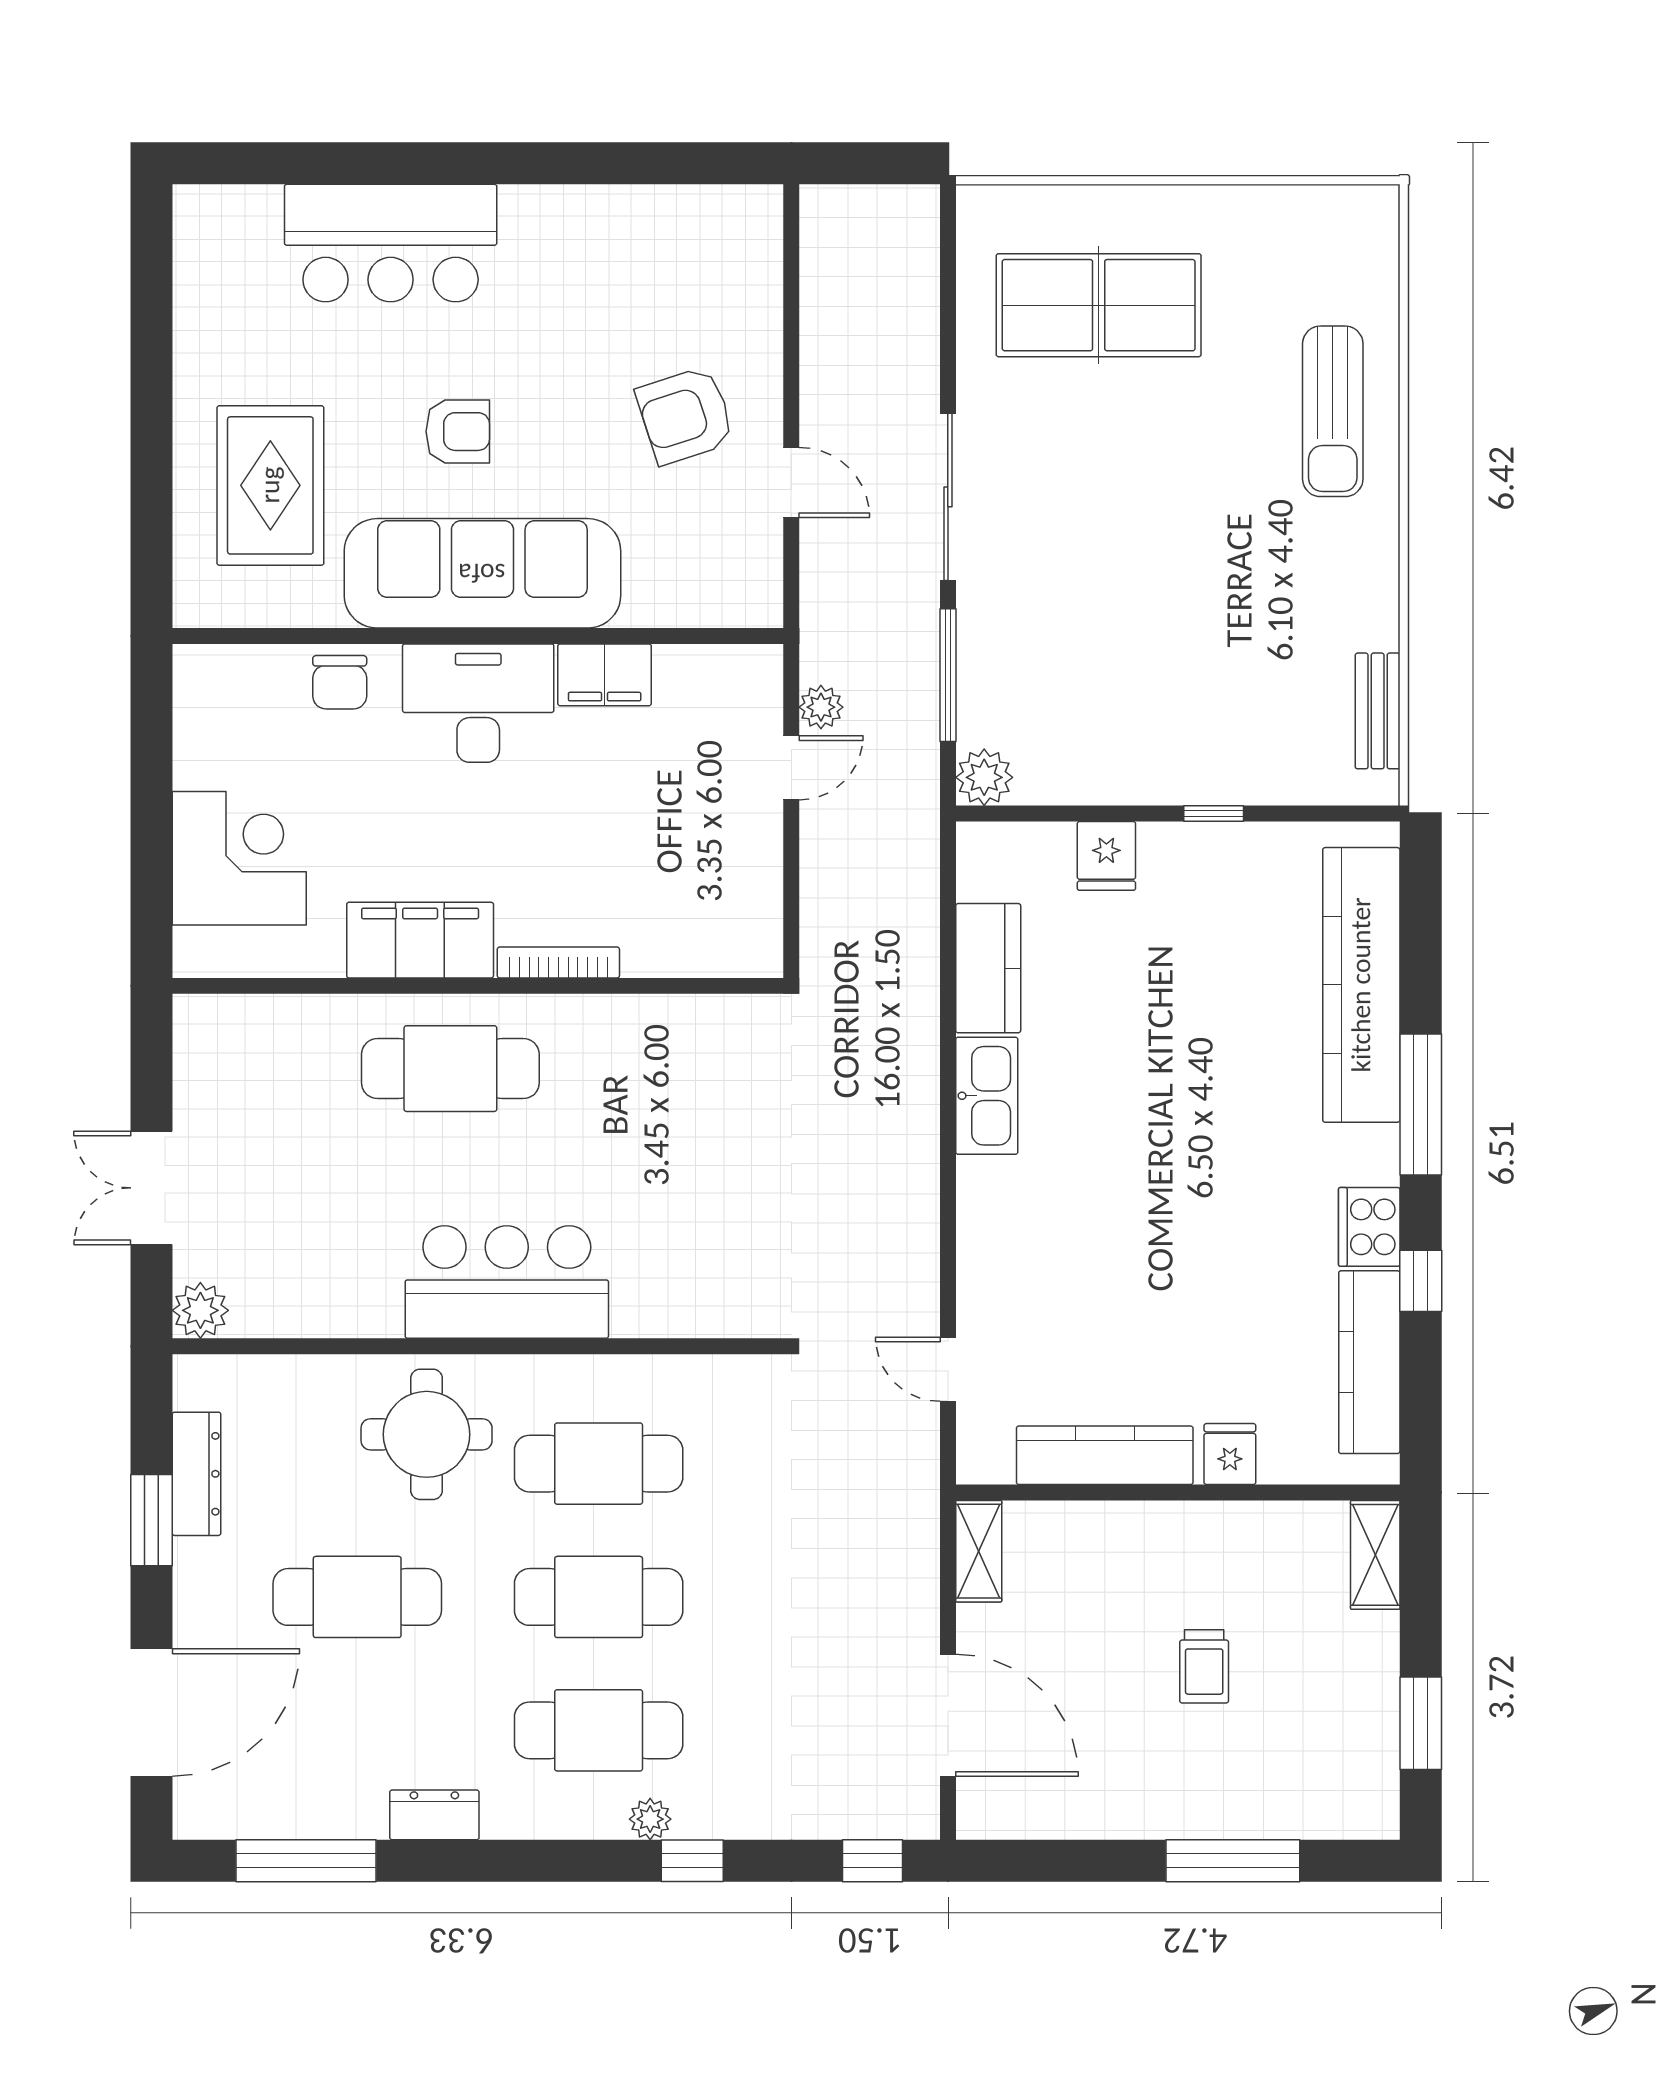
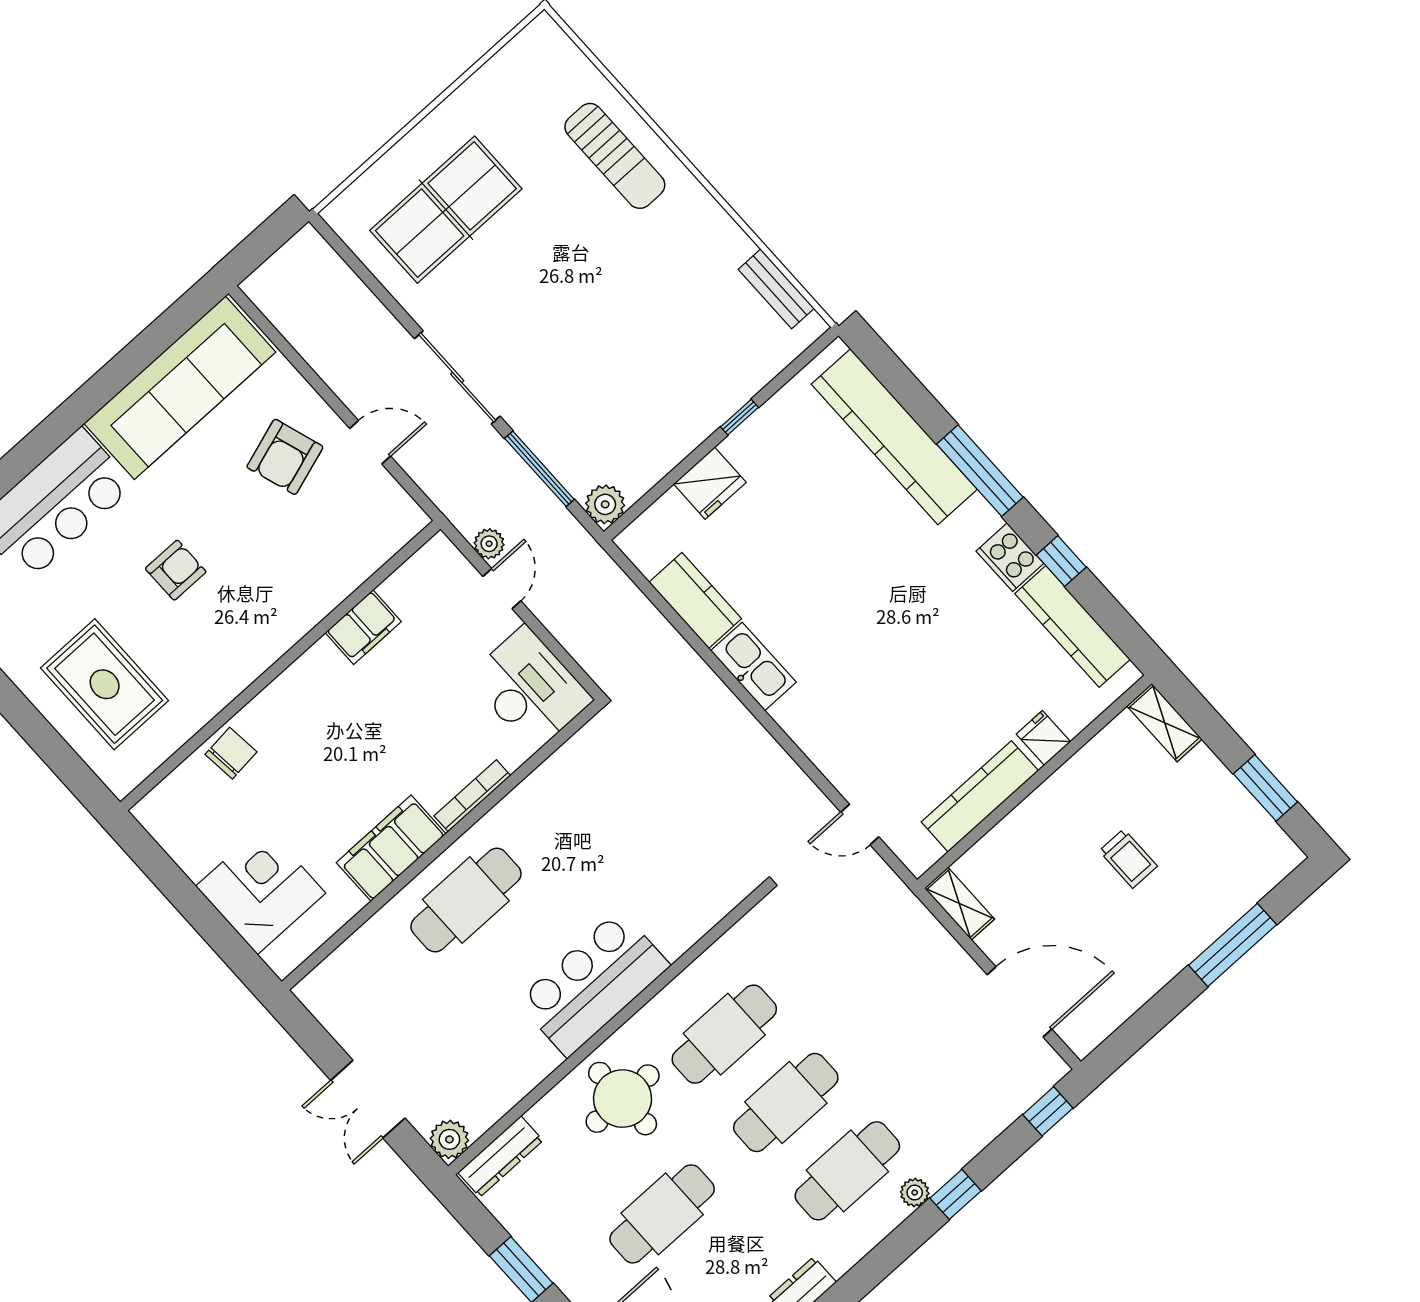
sofa: (482, 573) -> (180, 388), moved, turned 180
chair: (340, 682) -> (231, 753), turned -96
desk: (478, 703) -> (530, 689), moved, turned 90
fridge: (1106, 856) -> (710, 483), width x1.38
dresser: (197, 1474) -> (500, 1157), moved, turned 90

